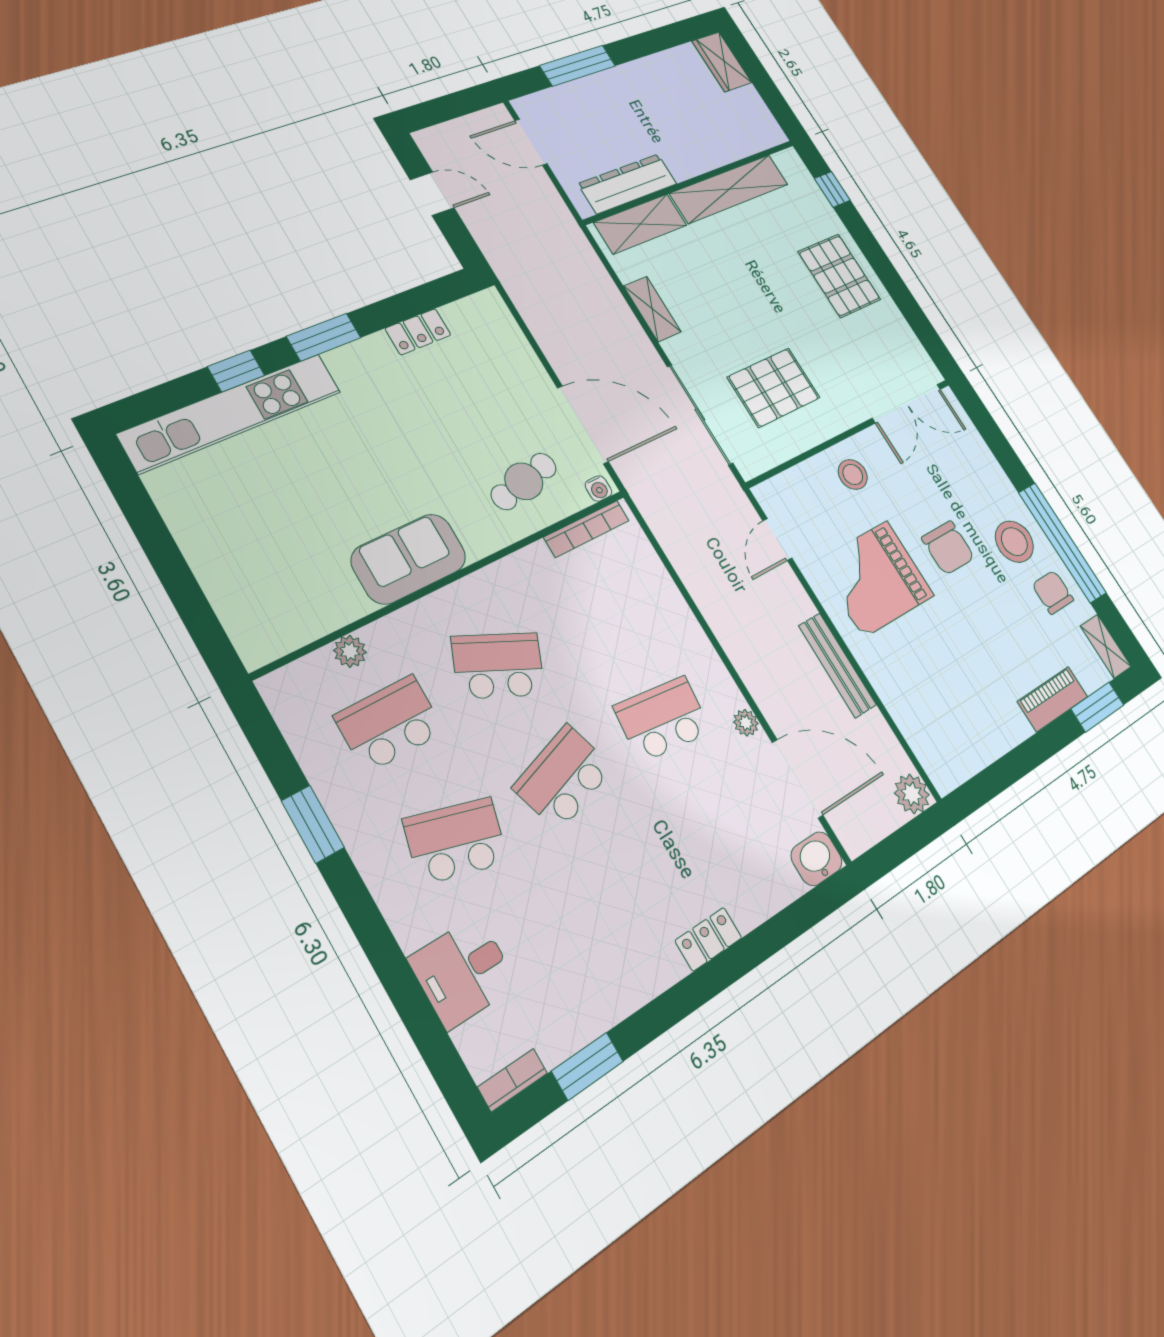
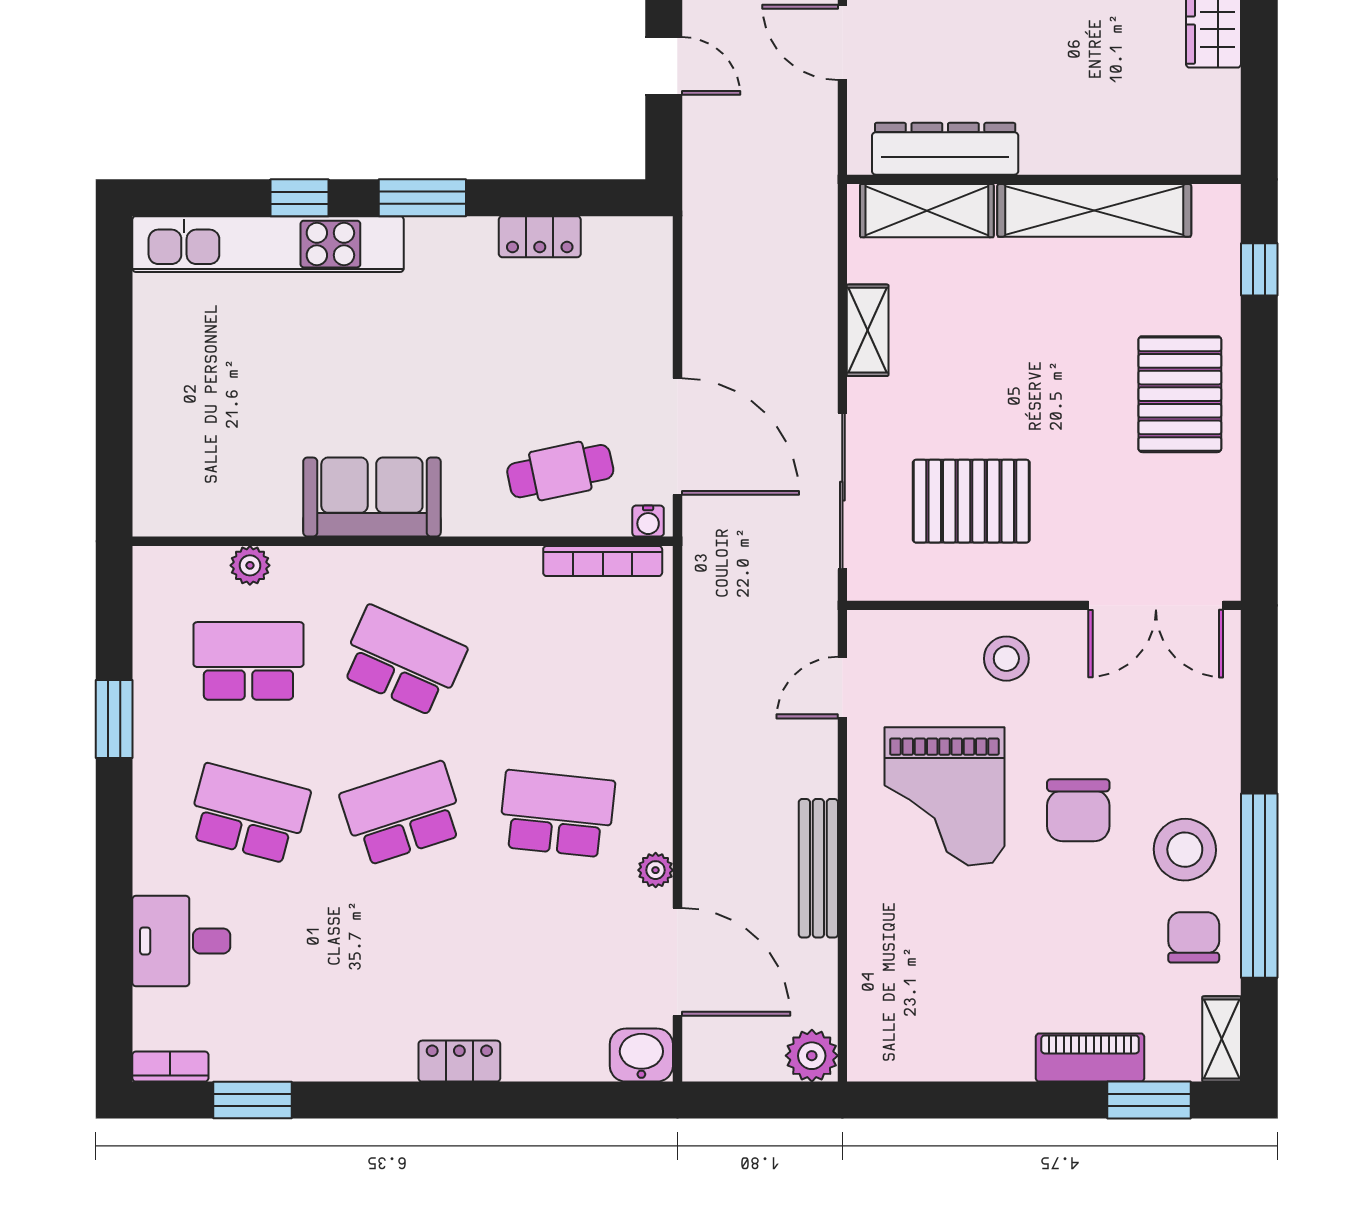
grand piano: (875, 579) -> (944, 796), turned -90

